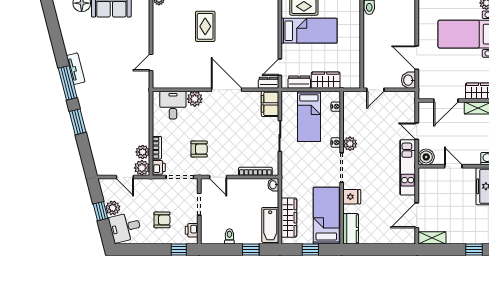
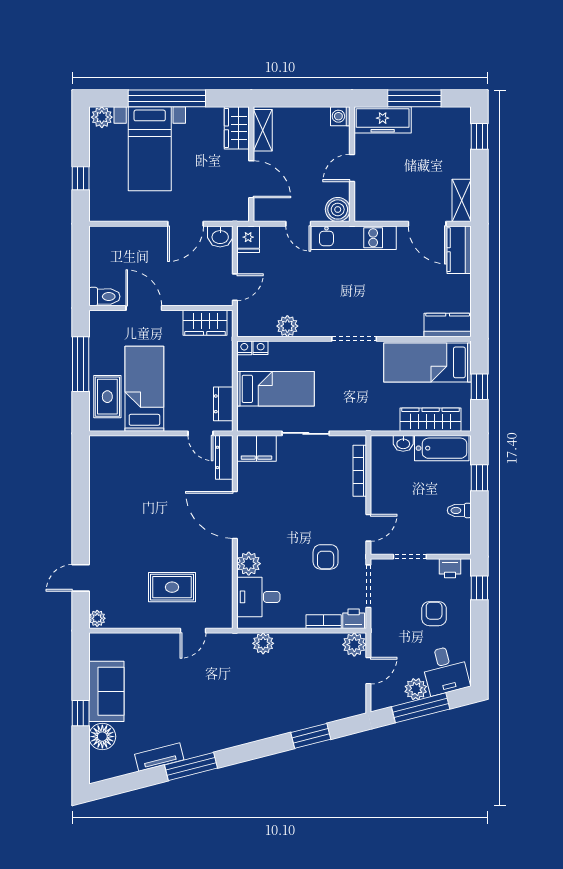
rug: (205, 26) -> (172, 587), moved
door: (362, 30) -> (144, 308), added
door: (151, 62) -> (193, 631), hinge flipped
tv unit: (76, 69) -> (159, 757), moved
wardrobe: (326, 80) -> (205, 323), moved, turned -90
window: (68, 83) -> (191, 767), moved
dresser: (269, 83) -> (224, 457), width x1.44
door: (227, 90) -> (235, 515), hinge flipped
door: (375, 90) -> (235, 287), hinge flipped
window: (78, 122) -> (311, 736), moved
door: (417, 131) -> (298, 224), hinge flipped
nightstand: (336, 142) -> (244, 348), moved
plant: (350, 144) -> (287, 326), moved
armchair: (199, 149) -> (326, 557), turned 180
plant: (143, 152) -> (263, 643), moved
washbasin: (273, 185) -> (403, 443), moved
fridge: (352, 197) -> (248, 239), moved, turned 180
window: (101, 211) -> (421, 708), width x2.17
kitchen counter: (400, 236) -> (459, 250), added

